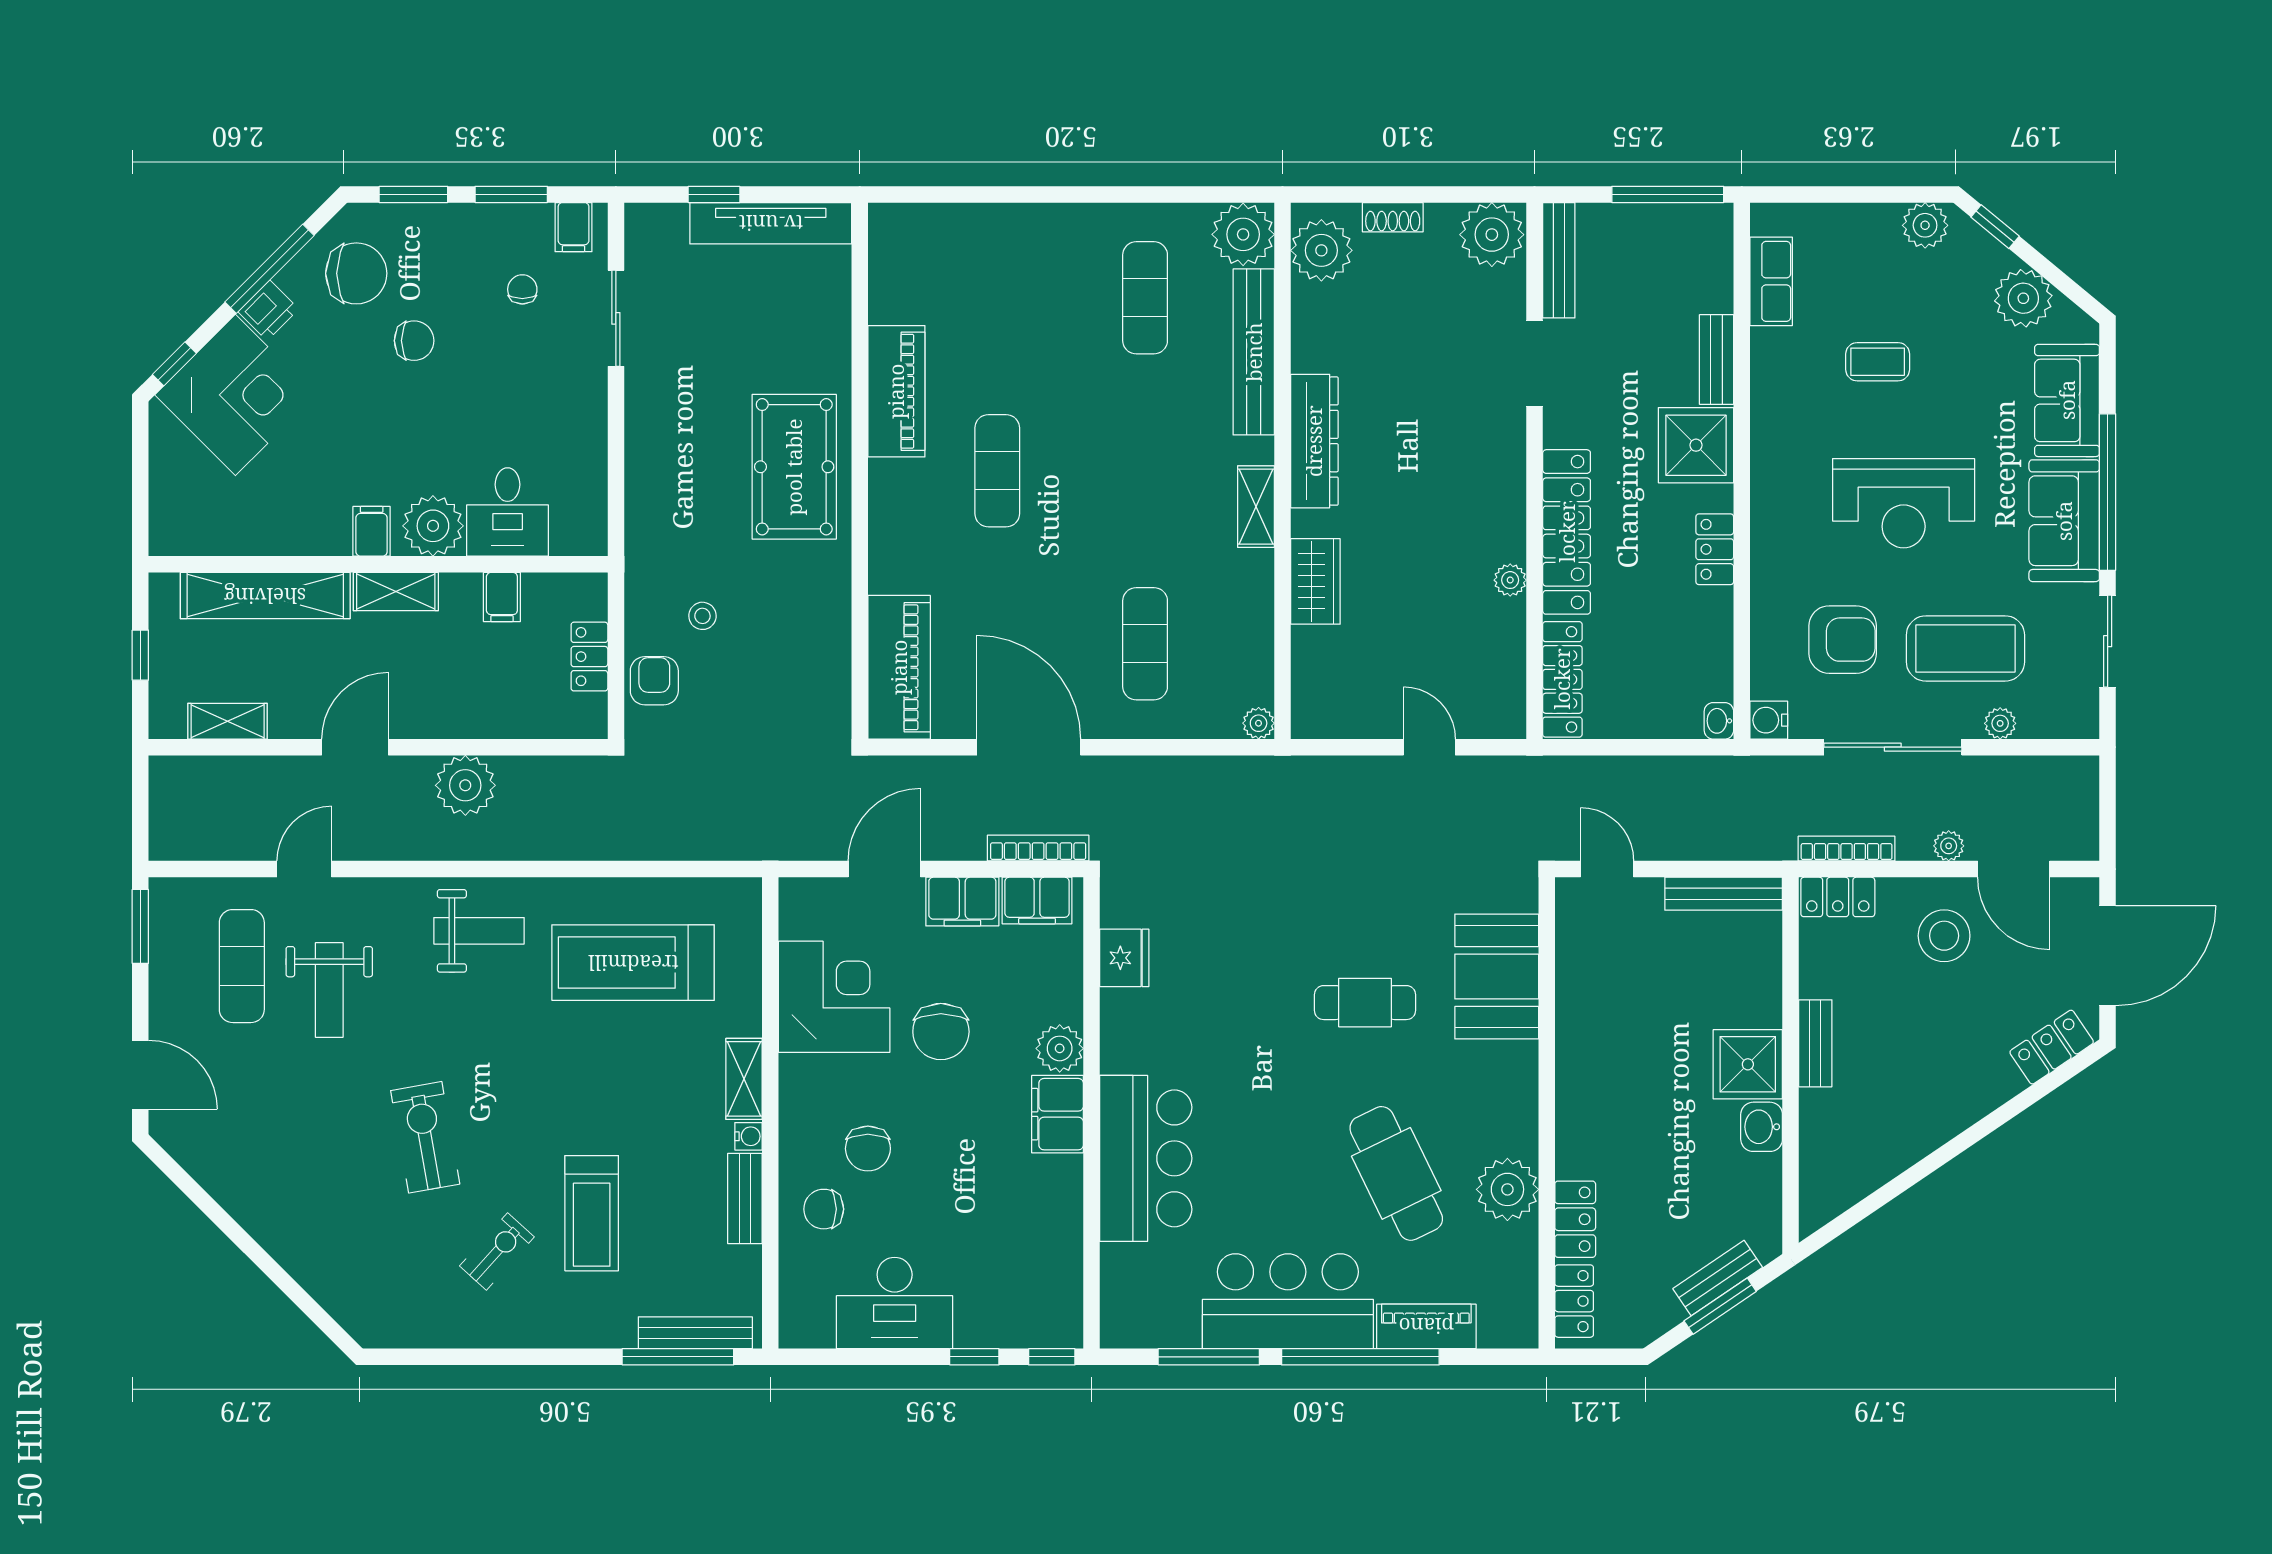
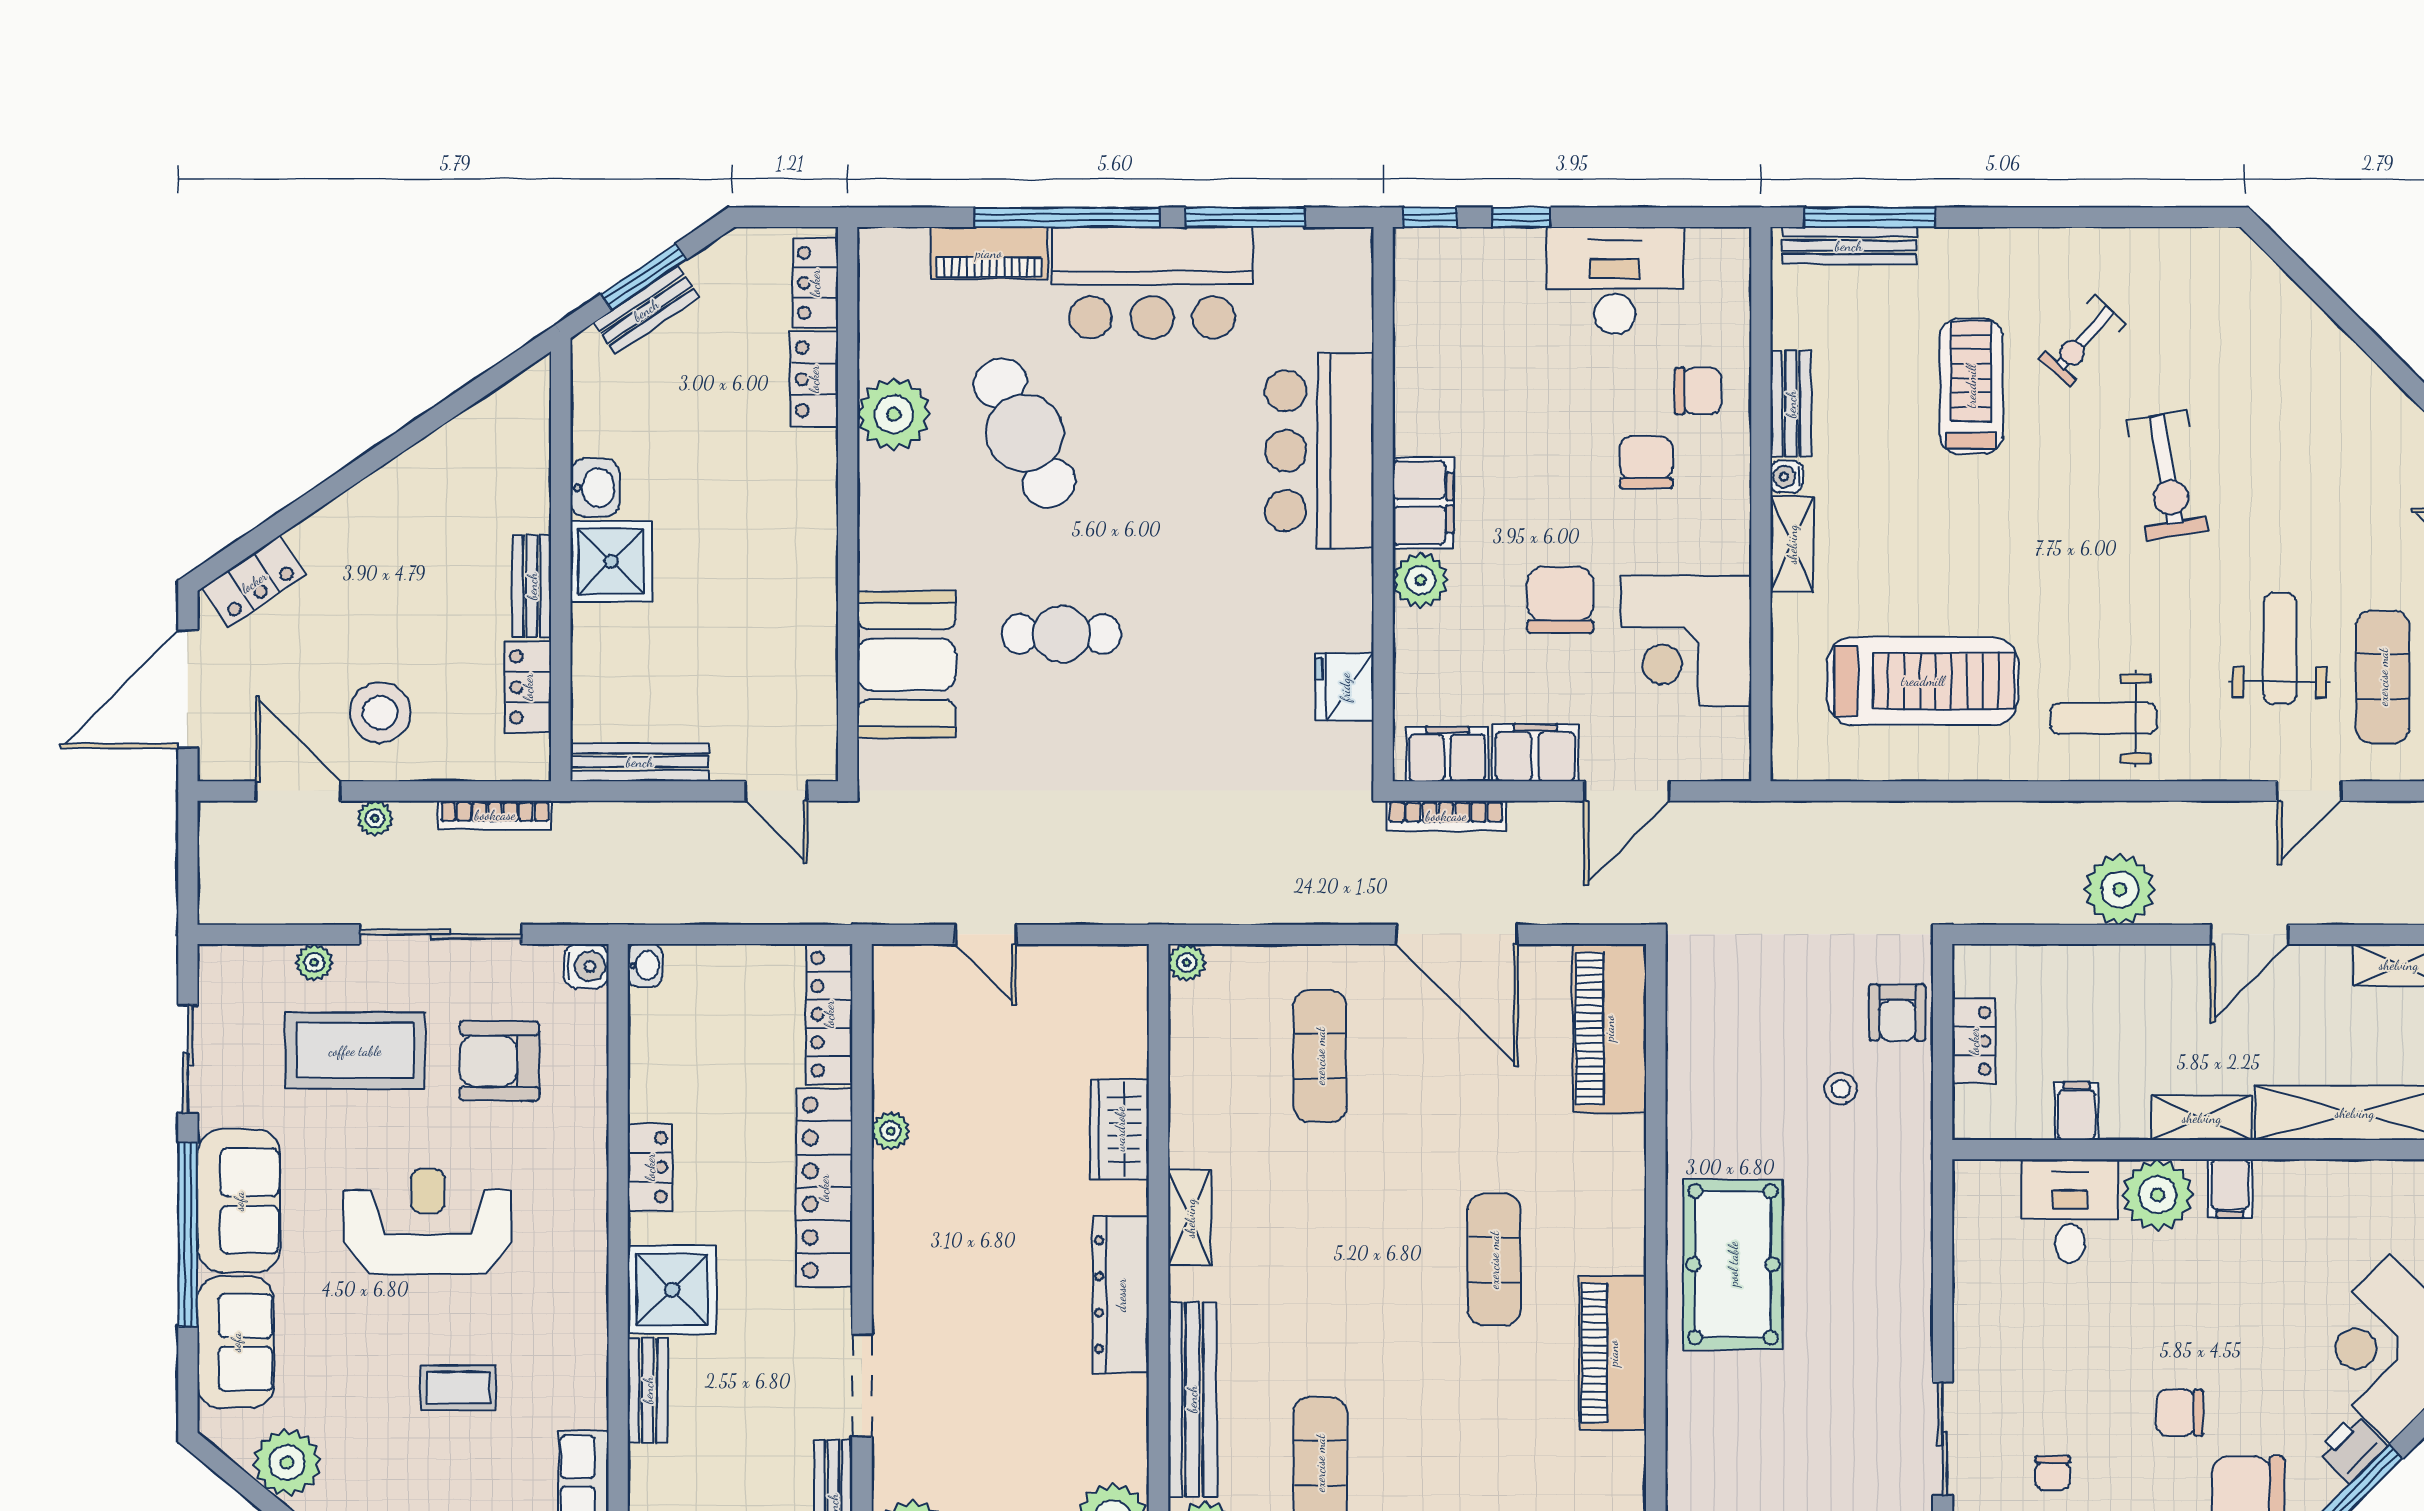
locker: (1838, 897) -> (528, 687), moved, turned -90

